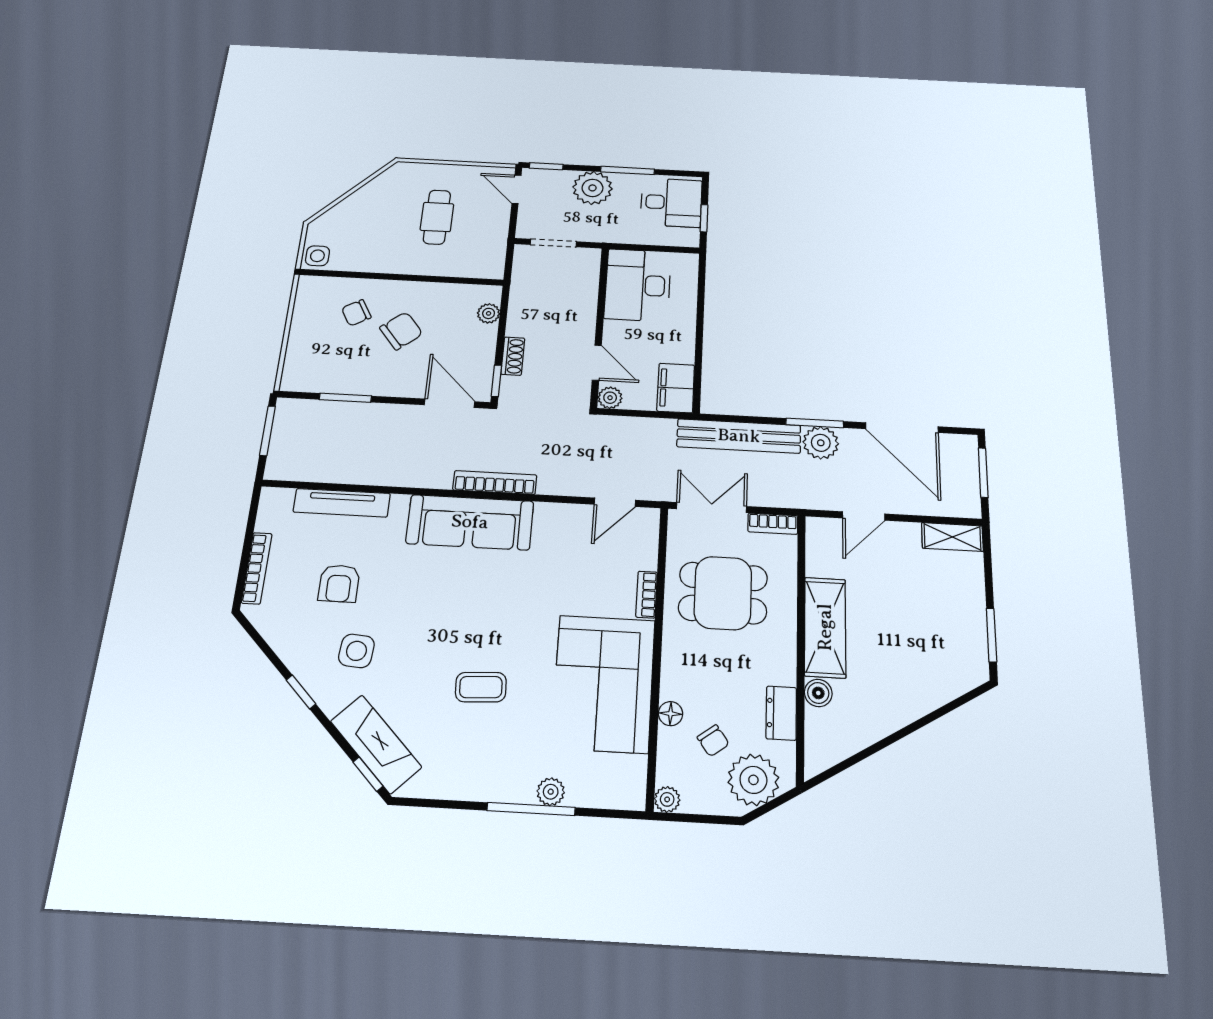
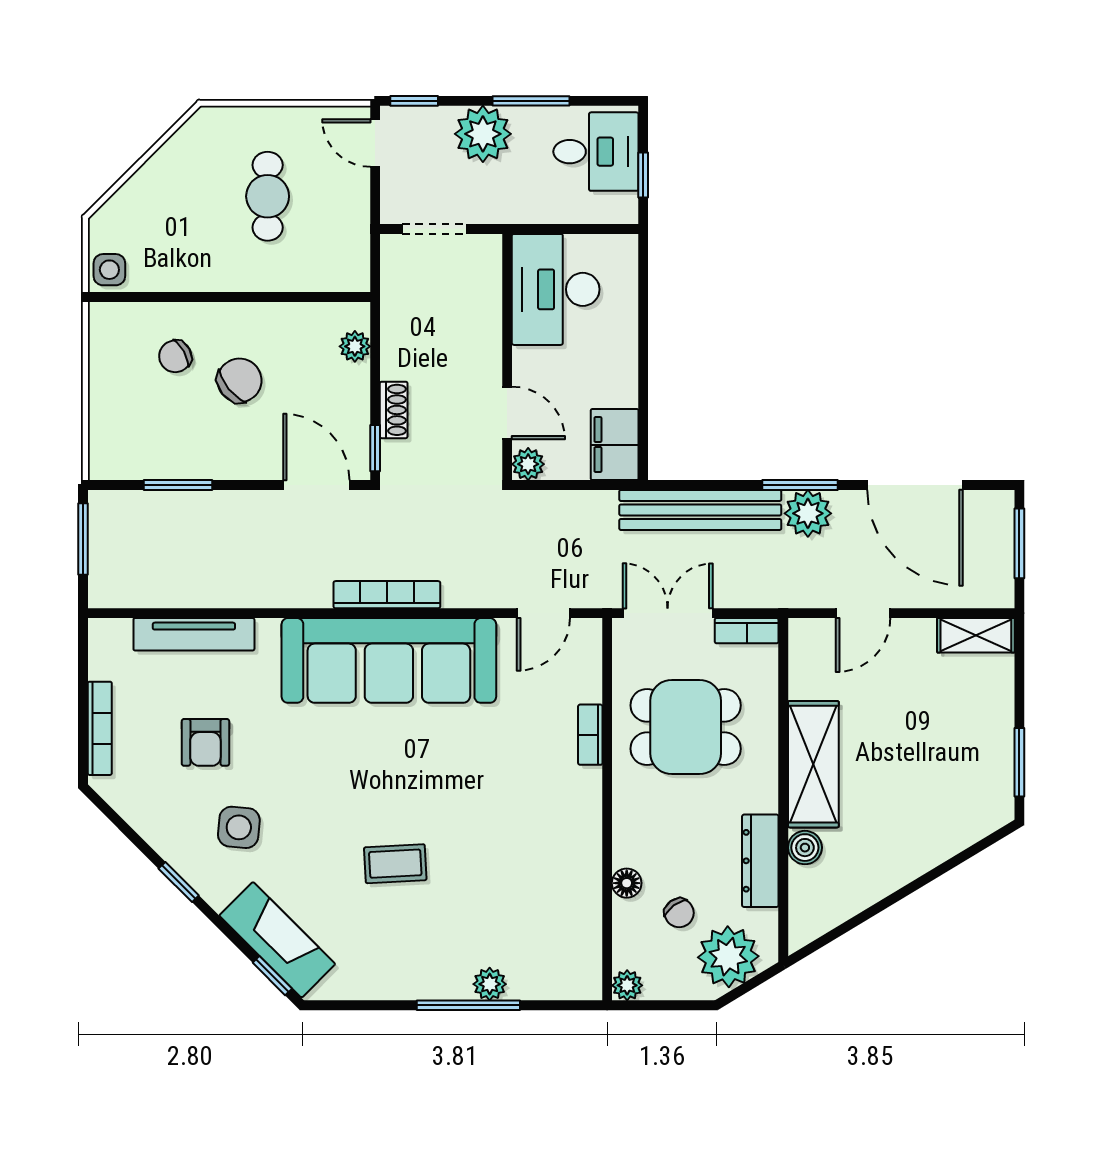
sofa: (470, 522) -> (389, 660), width x1.36, depth x1.27
corner sofa: (603, 683) -> (543, 851), removed
dresser: (781, 713) -> (760, 861), width x1.44

